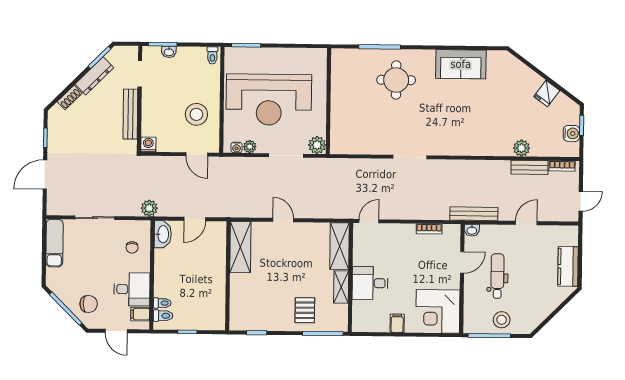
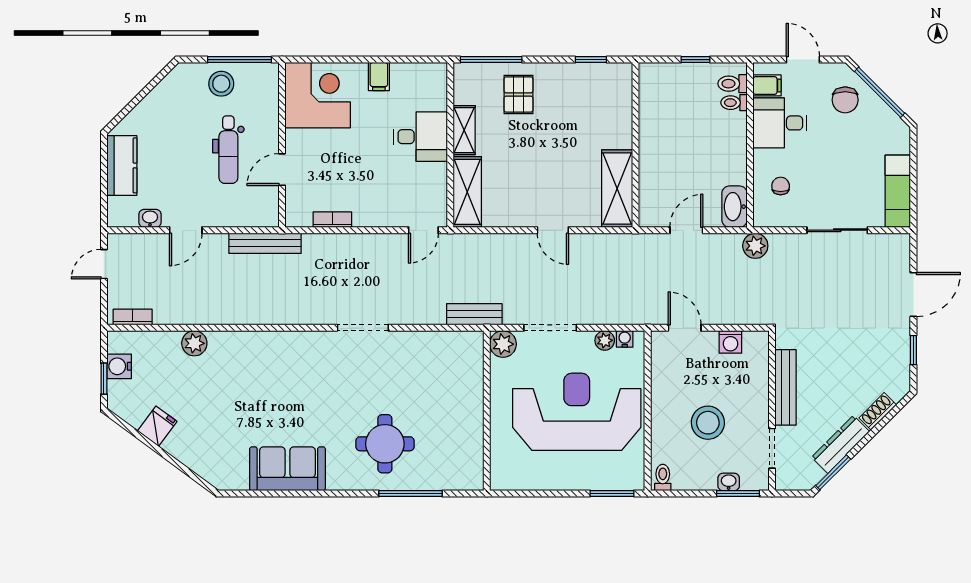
stool: (196, 114) -> (708, 423), moved
washing machine: (148, 144) -> (730, 342), moved
bench: (530, 167) -> (474, 314), moved
washbasin: (472, 230) -> (150, 218), moved
chair: (89, 304) -> (845, 100), turned -90

